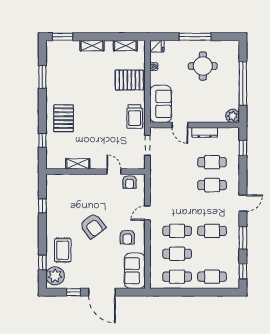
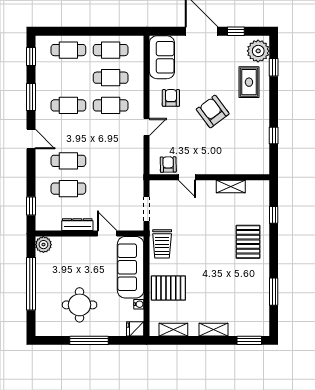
sofa: (161, 104) -> (131, 267), width x1.36
trolley: (135, 116) -> (162, 244), turned 180
door: (243, 203) -> (31, 139), swing flipped

